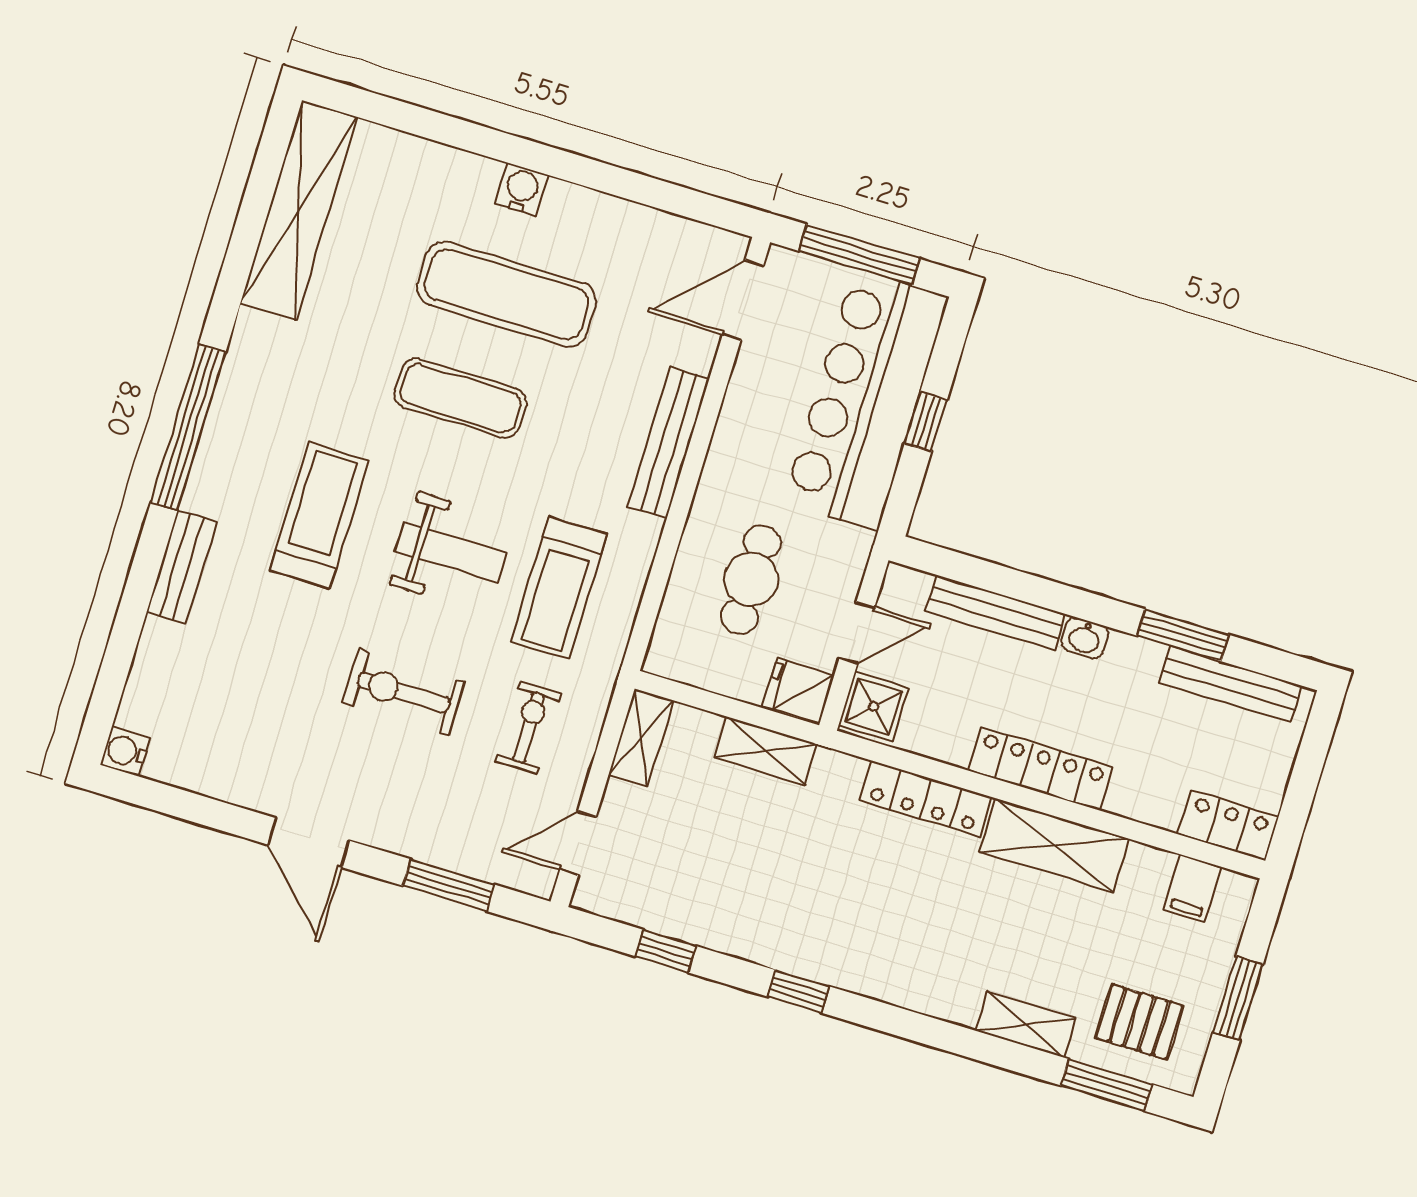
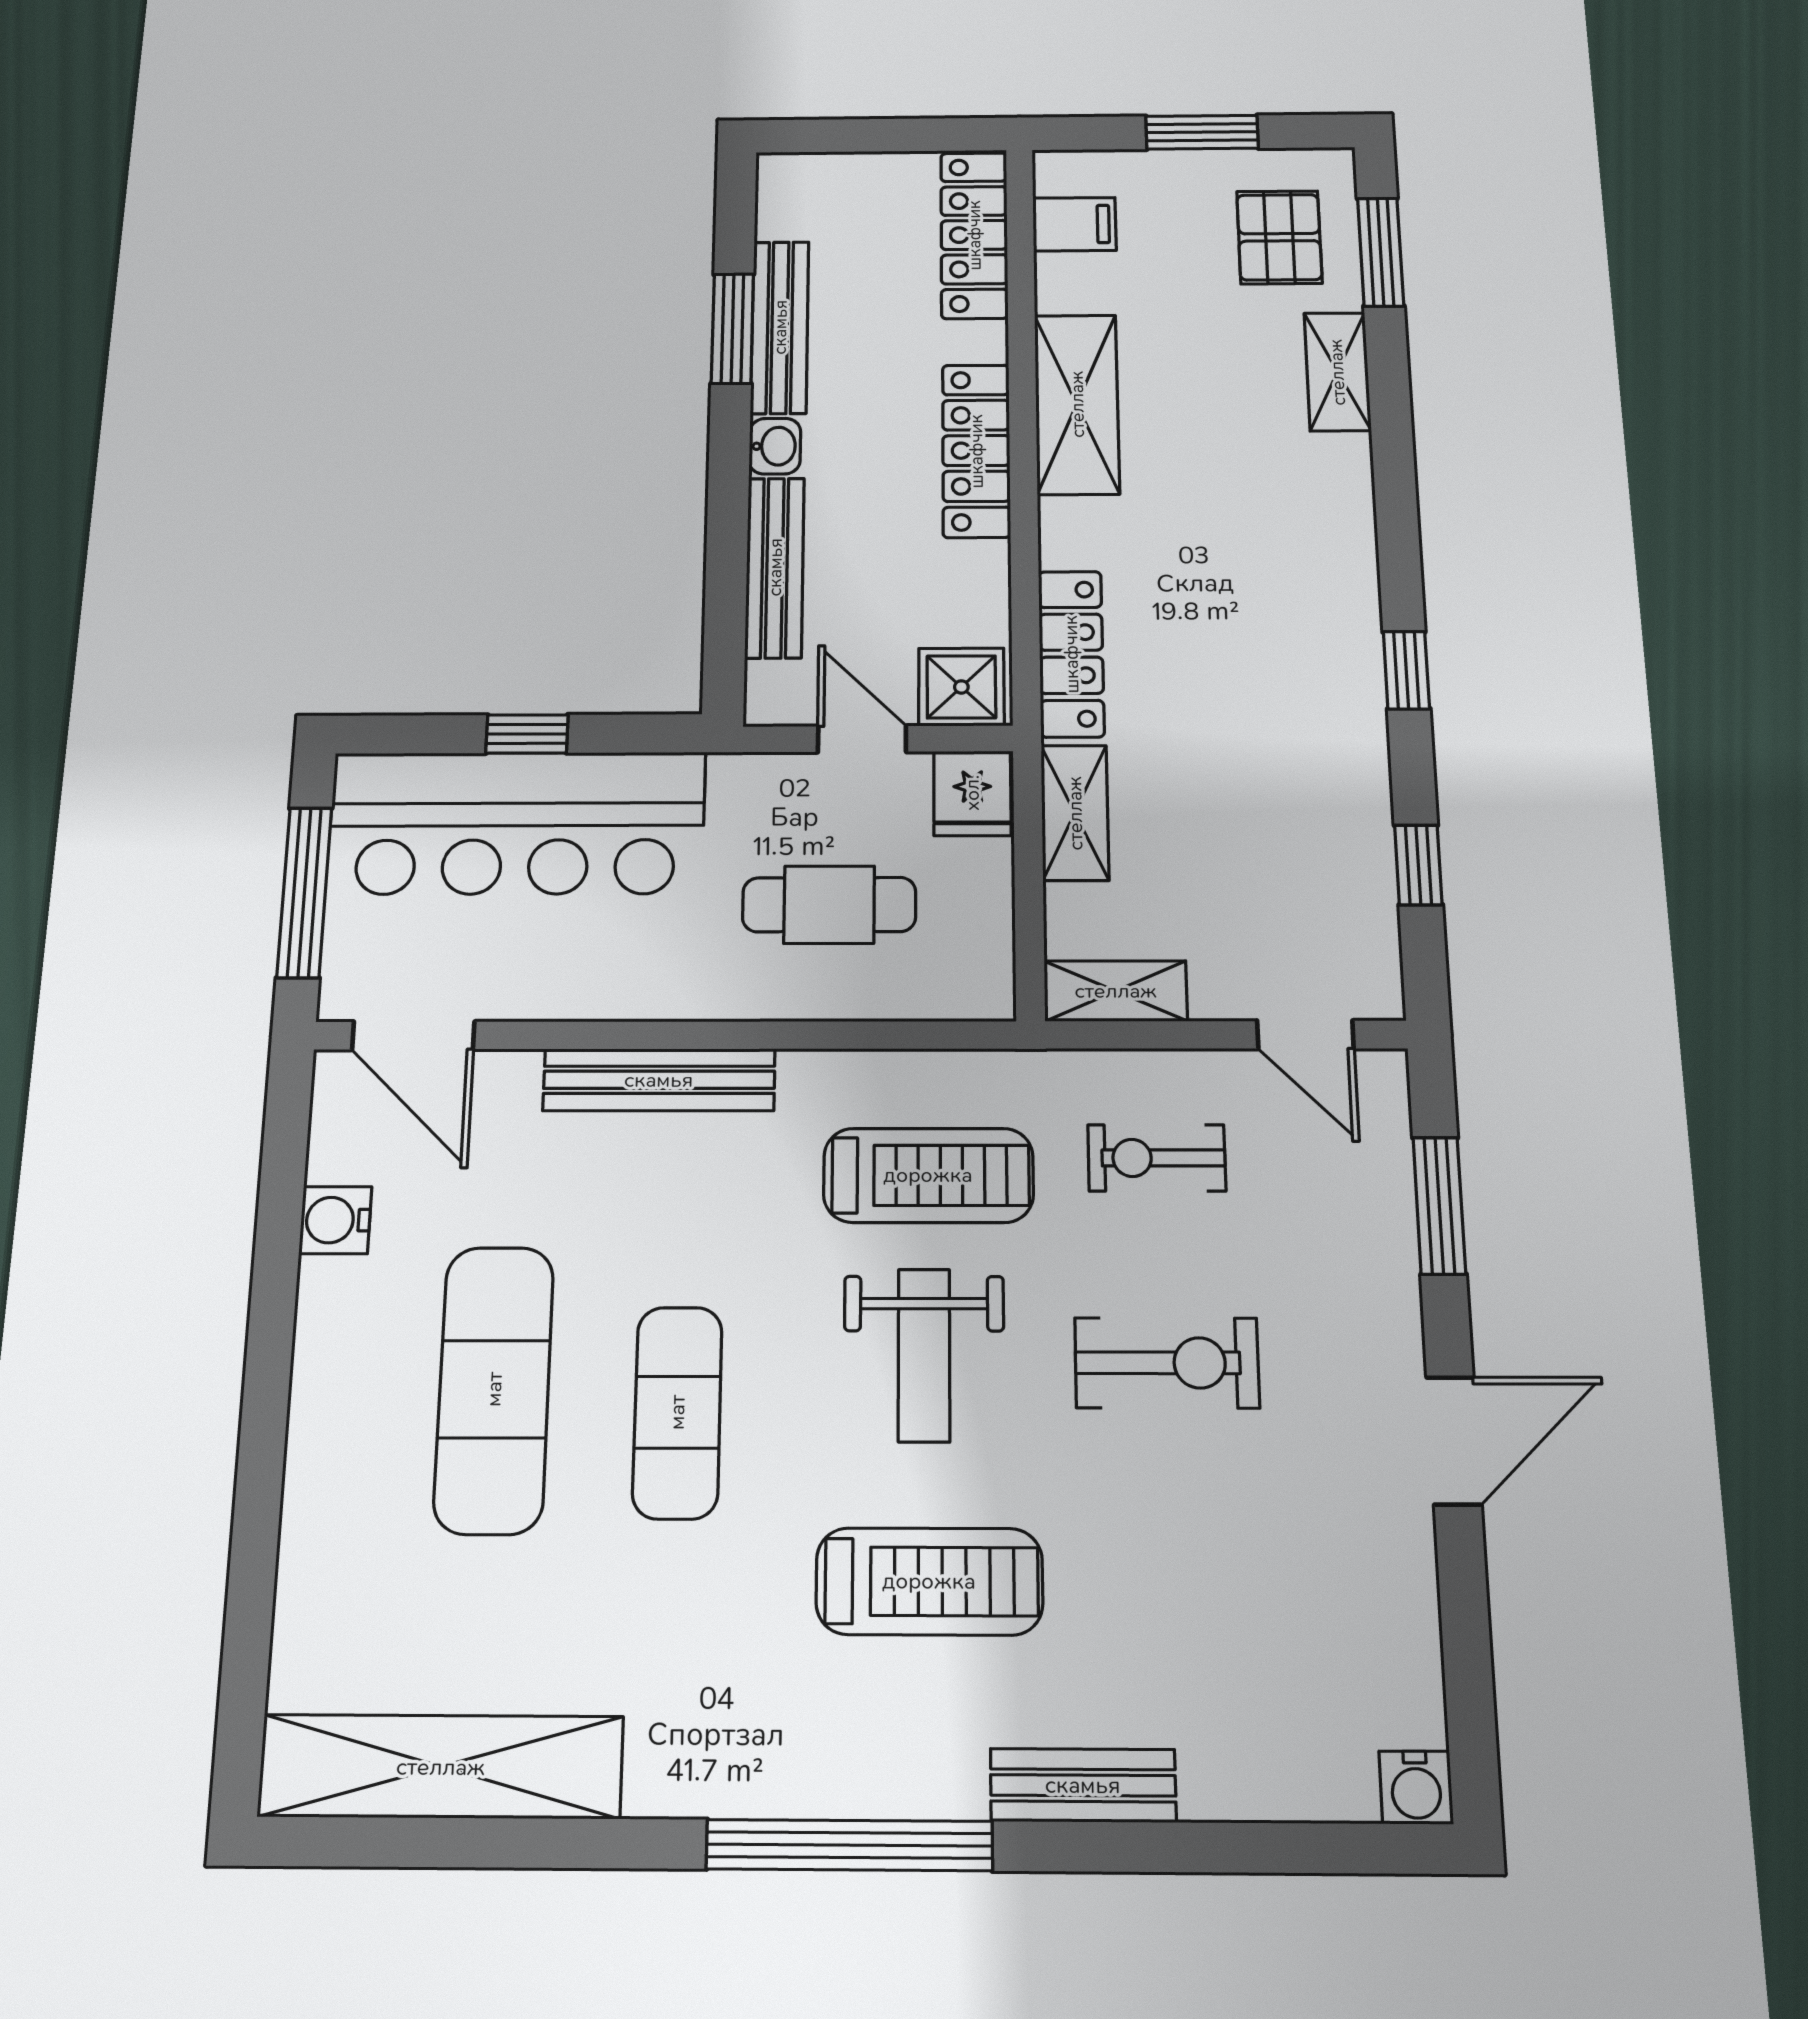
water cooler: (522, 189) -> (335, 1220), moved
treadmill: (319, 515) -> (929, 1581), turned 180
weight bench: (451, 552) -> (924, 1355), turned 180
bench: (1231, 684) -> (780, 327), moved
exercise bike: (404, 692) -> (1167, 1363), turned -90
locker: (925, 799) -> (1071, 654), moved
locker: (1228, 825) -> (974, 235), width x1.53

